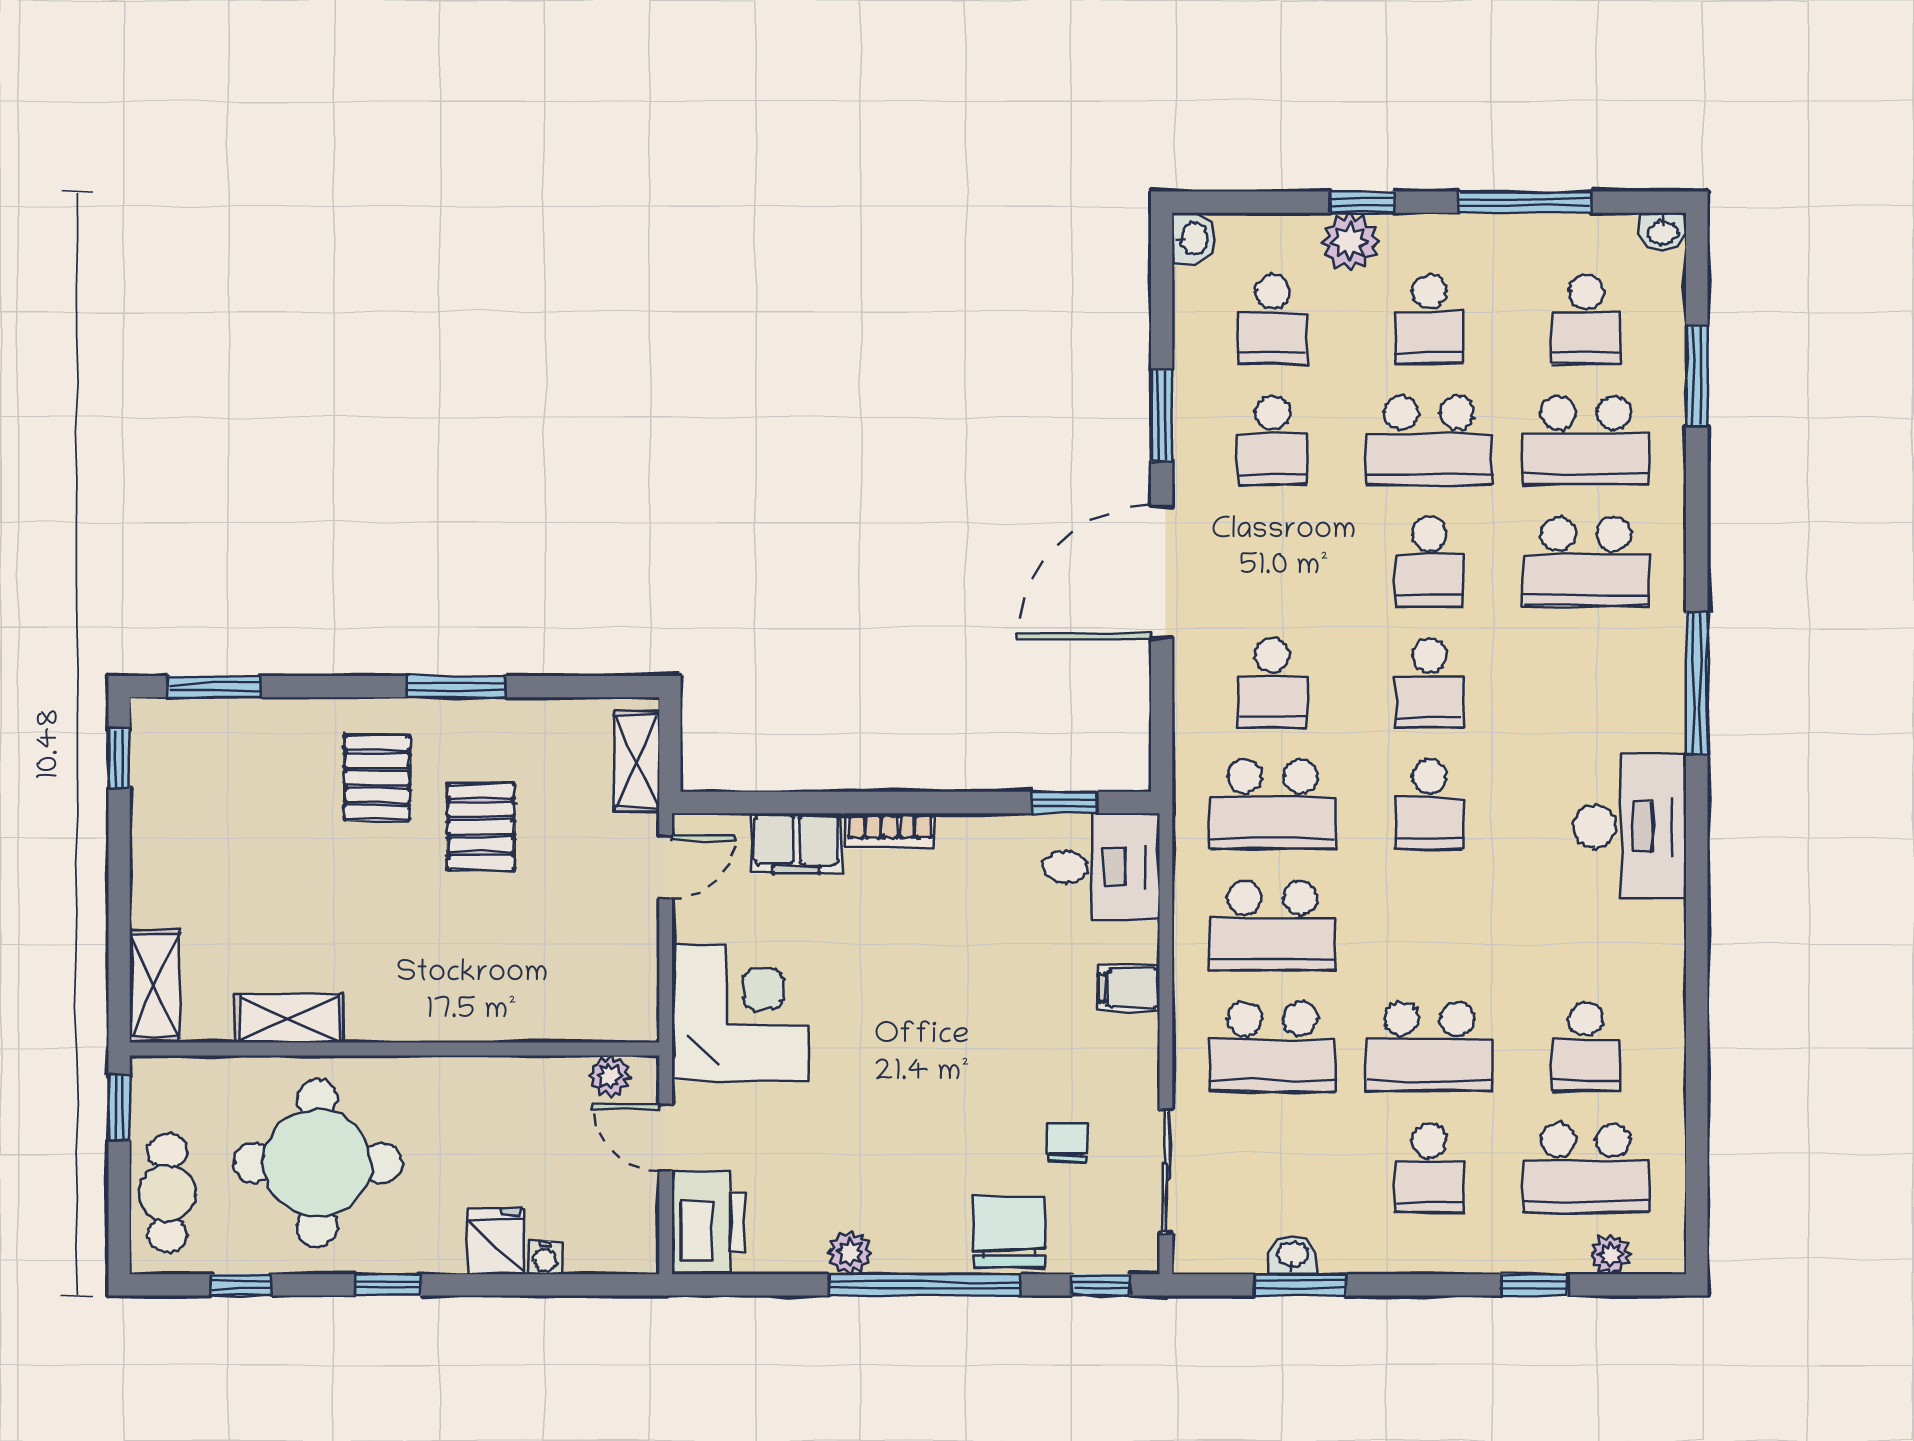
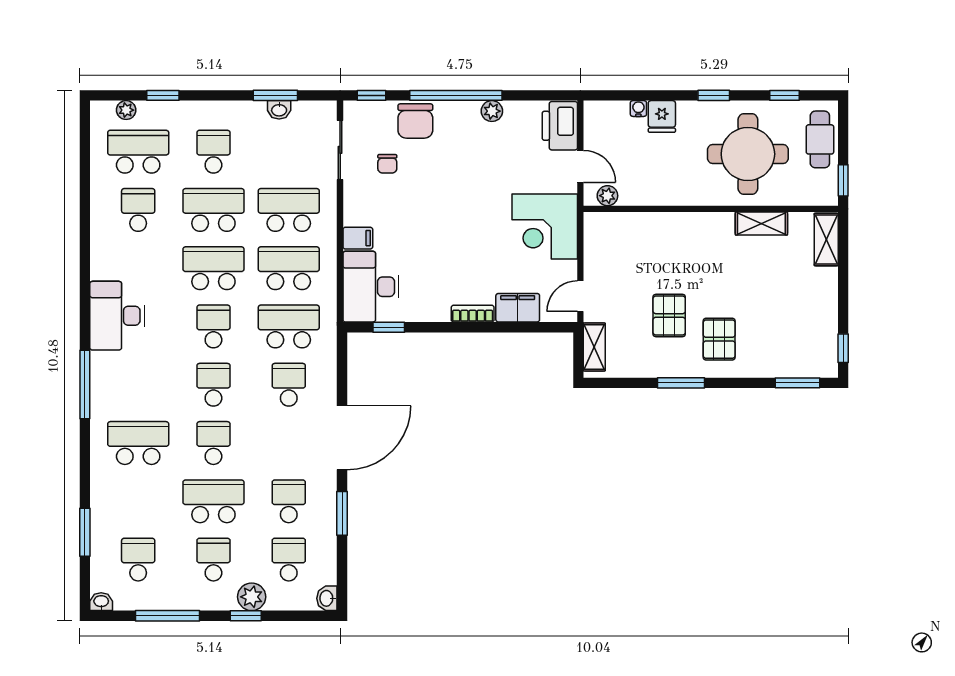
school desk: (1586, 440) -> (213, 268), moved
desk: (1102, 867) -> (371, 287), width x1.37

